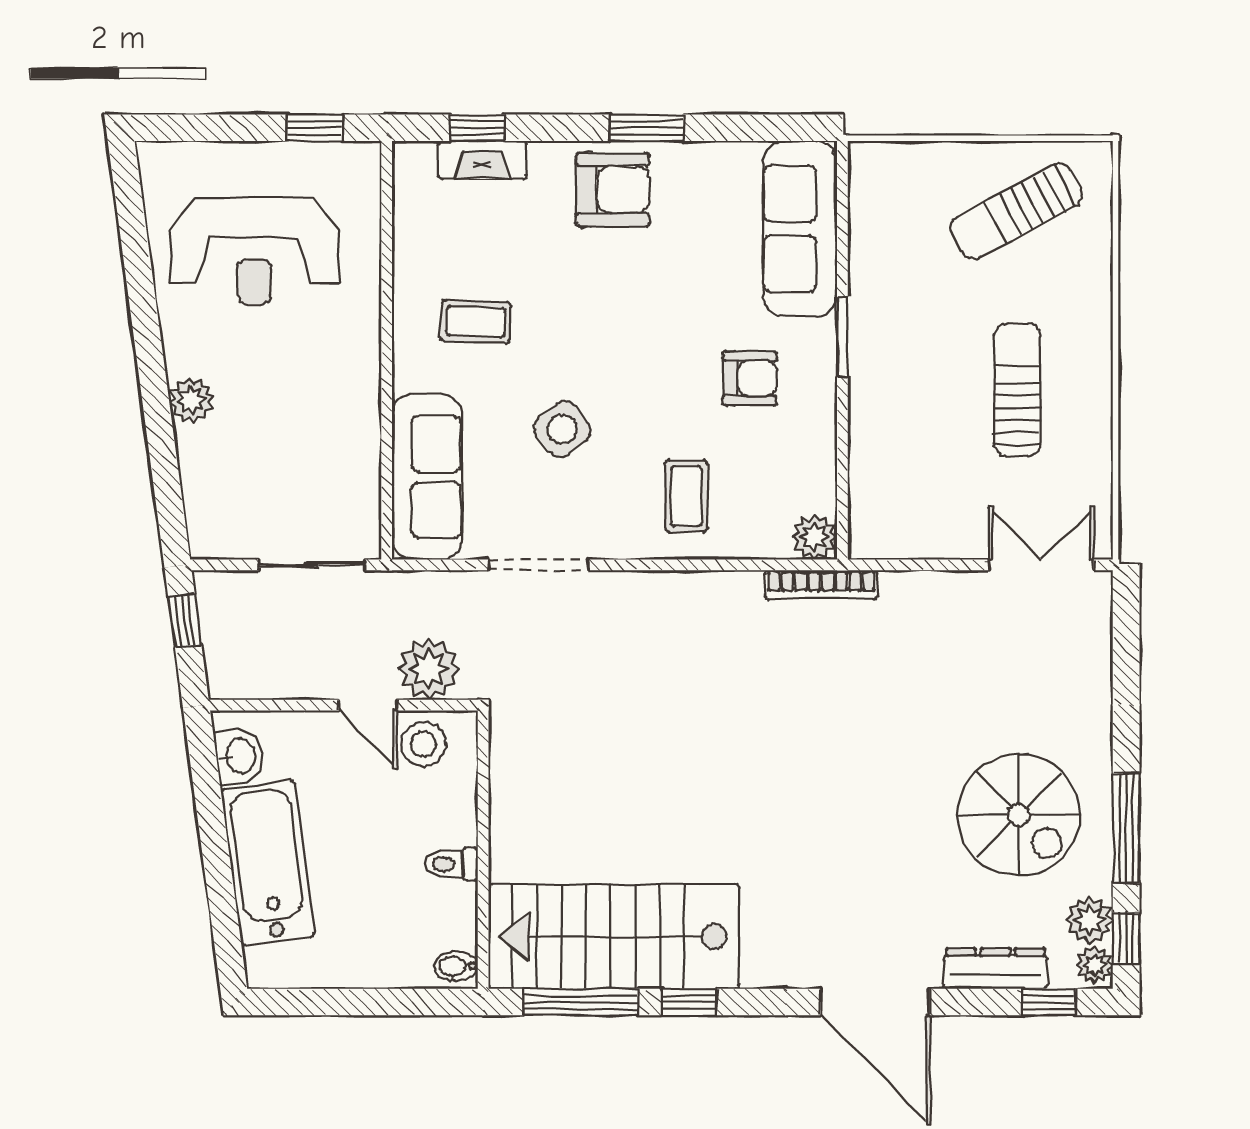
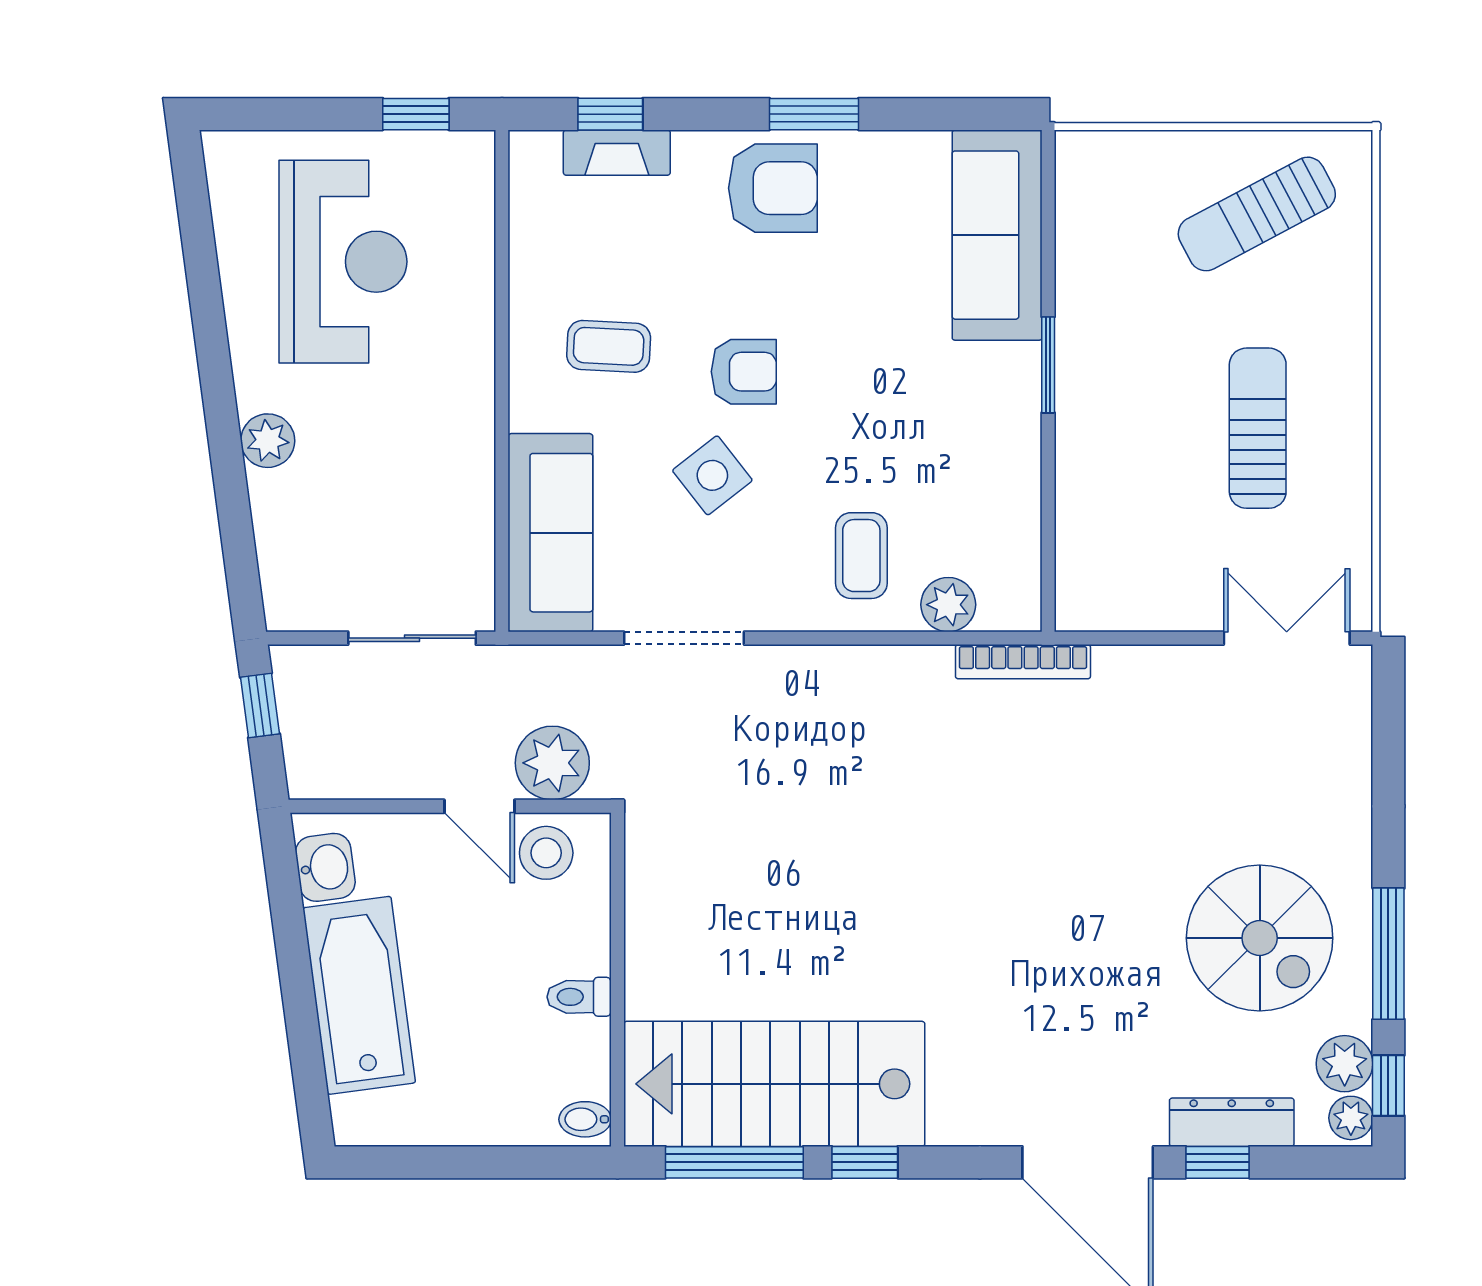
reception desk: (254, 251) -> (343, 262), turned -90
armchair: (750, 378) -> (744, 372), moved
plant: (814, 537) -> (948, 605), moved
window: (1049, 1002) -> (1218, 1162), moved

